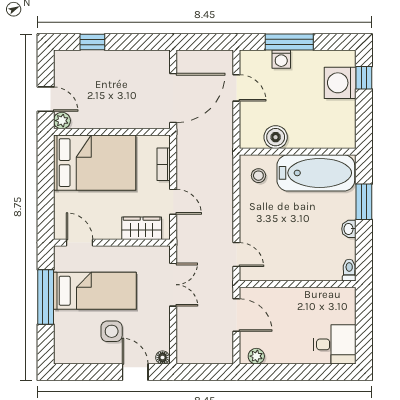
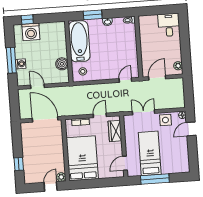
door: (236, 88) -> (37, 86), hinge flipped
side table: (112, 331) -> (165, 120), moved

